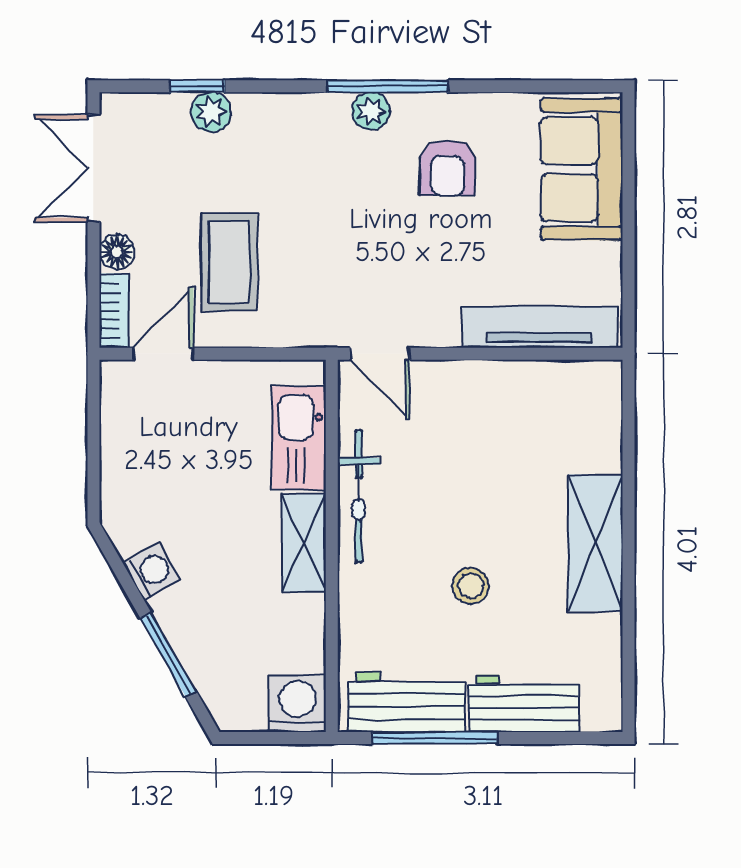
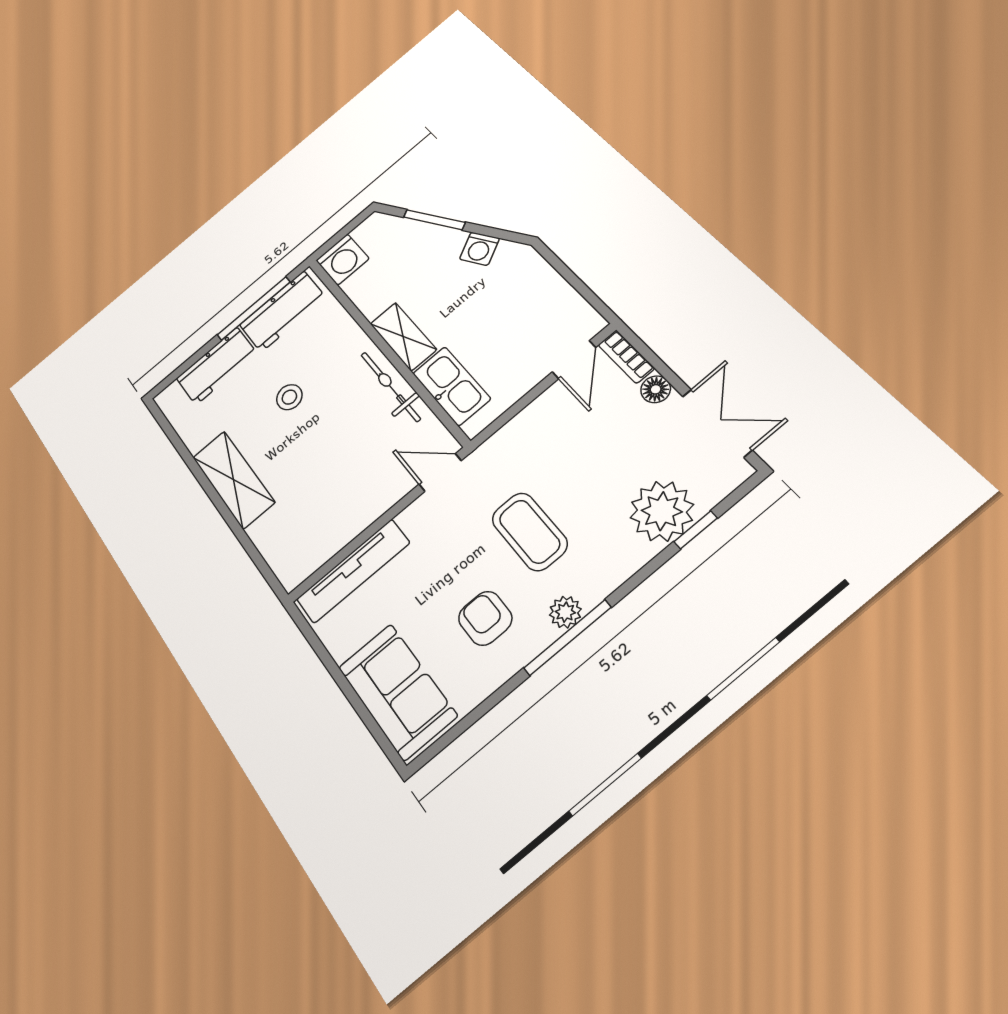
plant: (211, 112) -> (662, 511), width x1.88, depth x1.88
coffee table: (229, 262) -> (529, 532), moved

